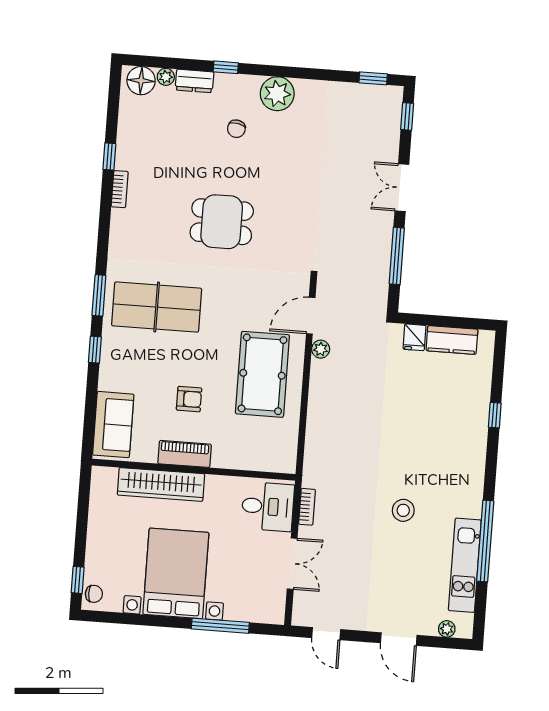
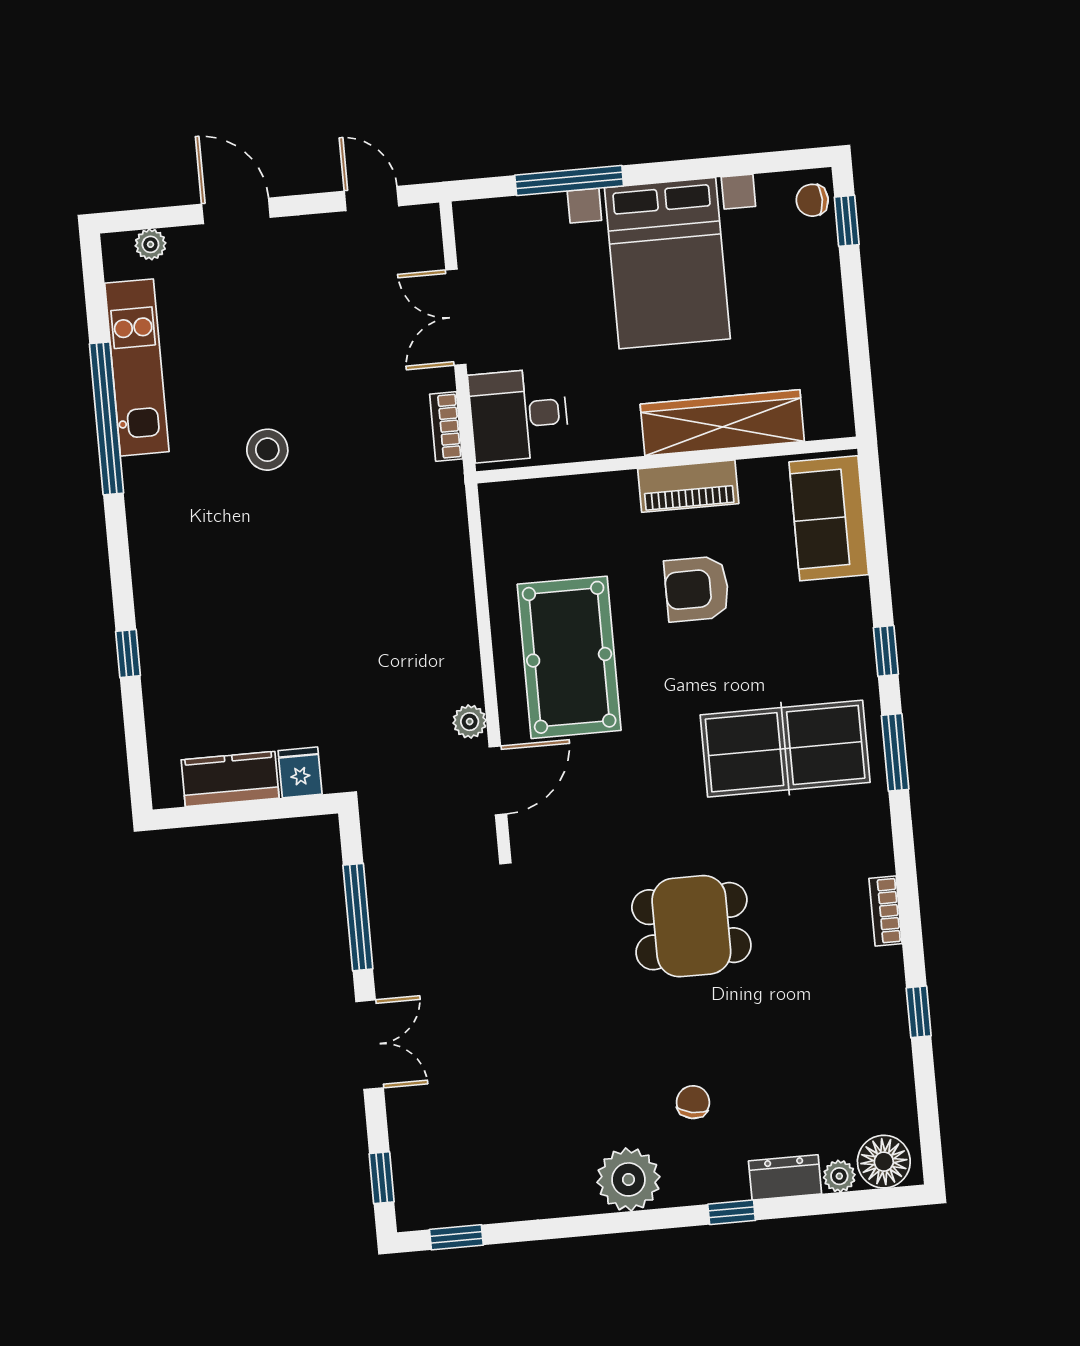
bookcase: (120, 189) -> (886, 911), moved
armchair: (189, 399) -> (697, 589), width x1.38, depth x1.38

